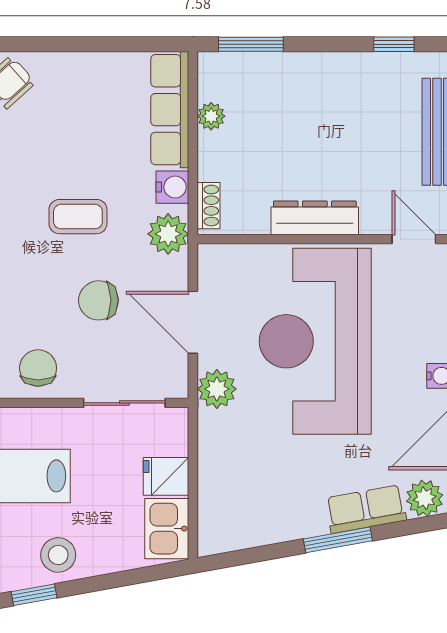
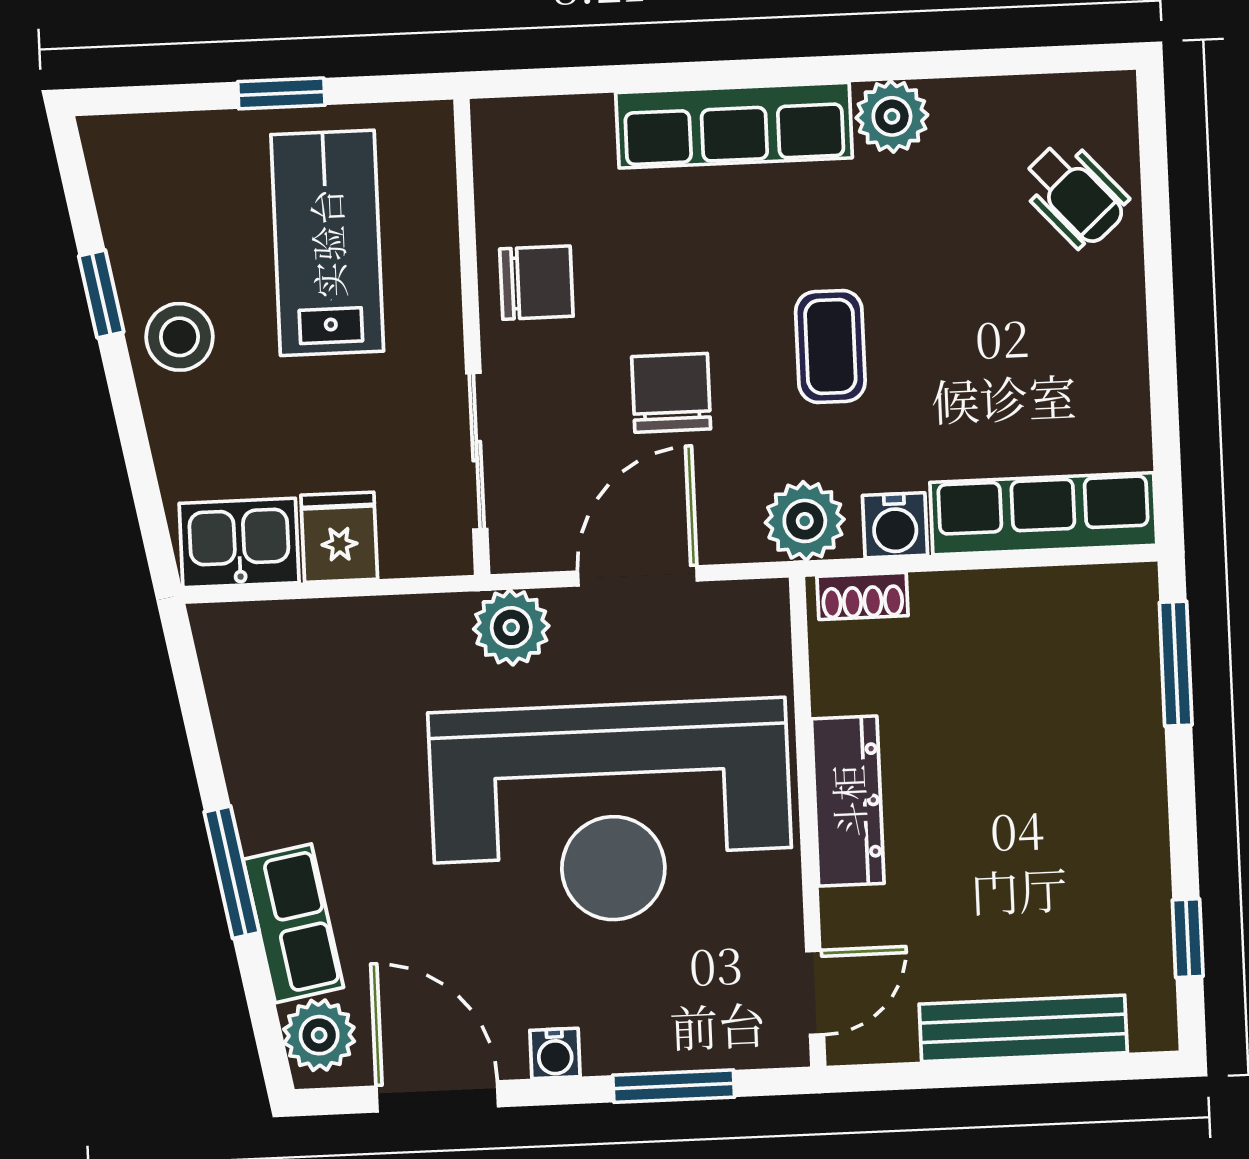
plant: (211, 116) -> (1034, 594), removed
reception desk: (315, 341) -> (611, 812), turned 180

